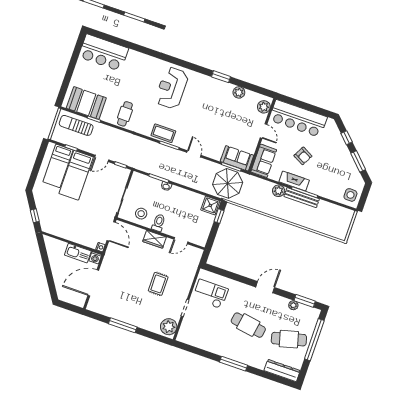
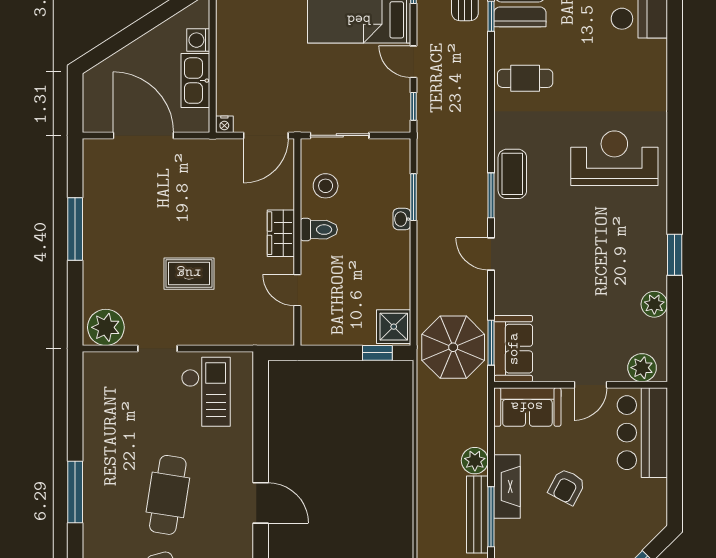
bar counter: (298, 119) -> (642, 433), width x0.73
door: (194, 154) -> (491, 254), swing flipped
washing machine: (95, 258) -> (198, 40), moved

